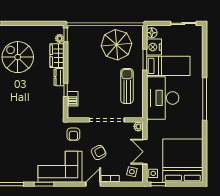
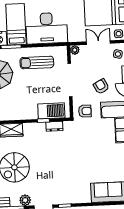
dresser: (59, 77) -> (54, 126), moved
barbecue: (73, 99) -> (51, 111), width x1.88, depth x1.53
double door: (145, 152) -> (98, 43), swing flipped

